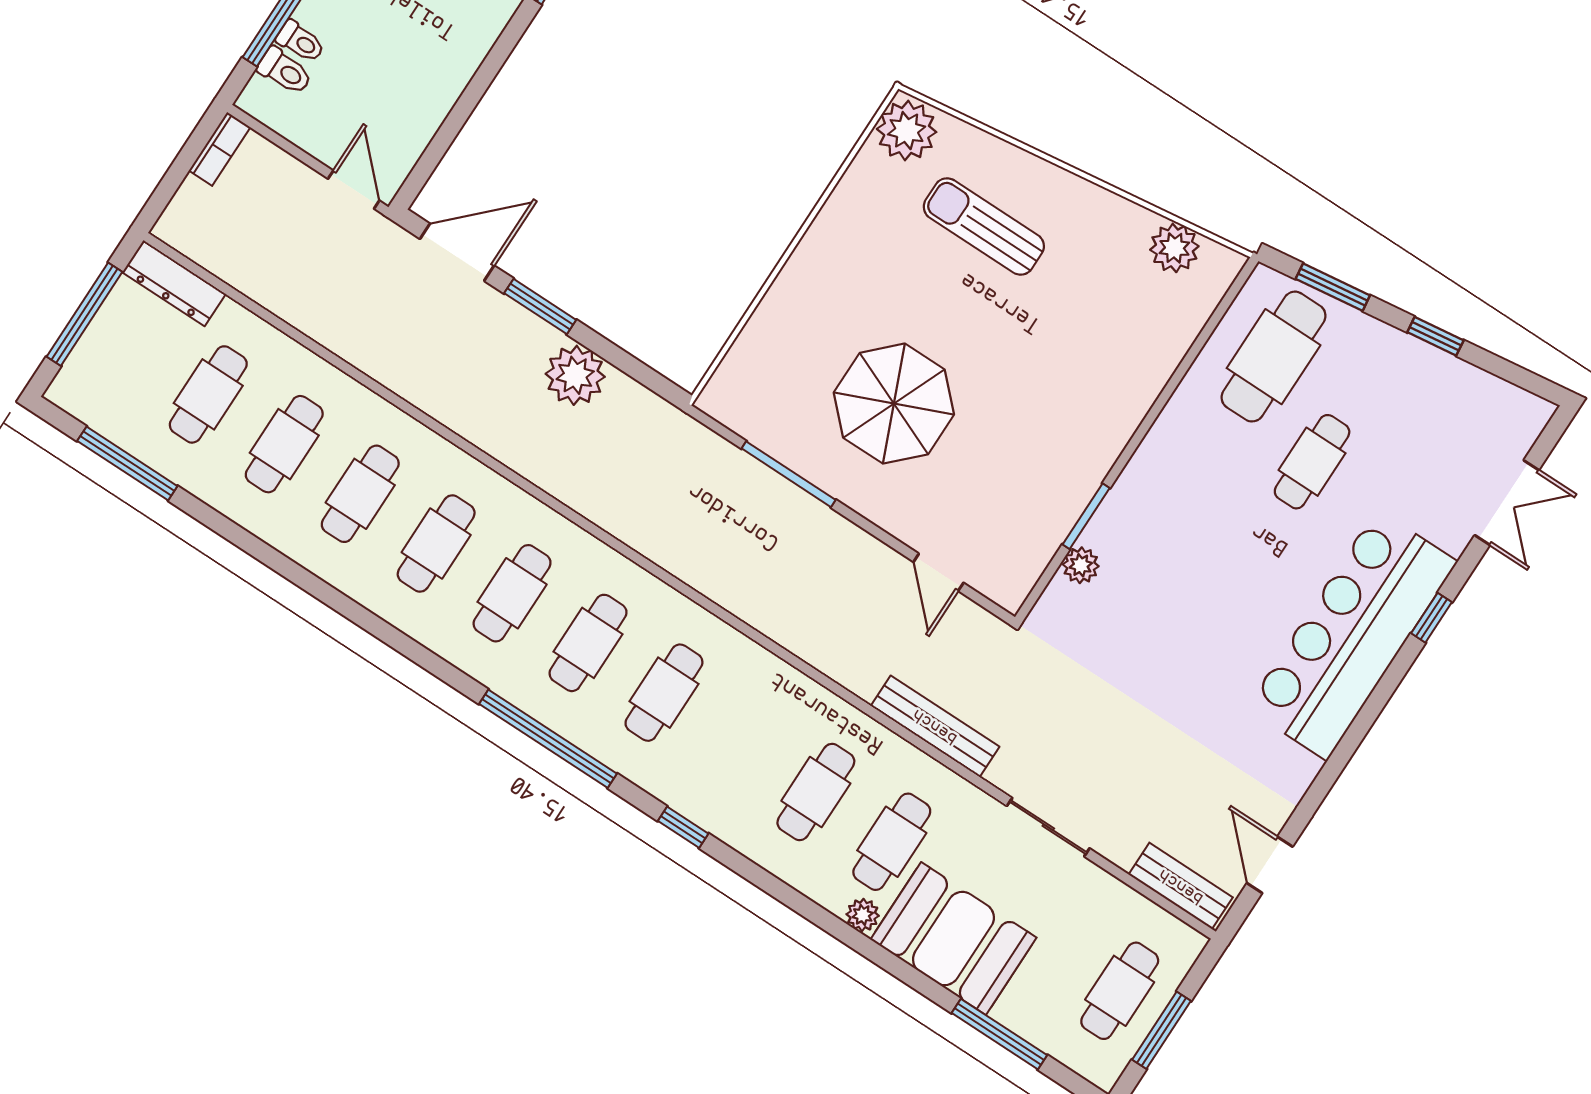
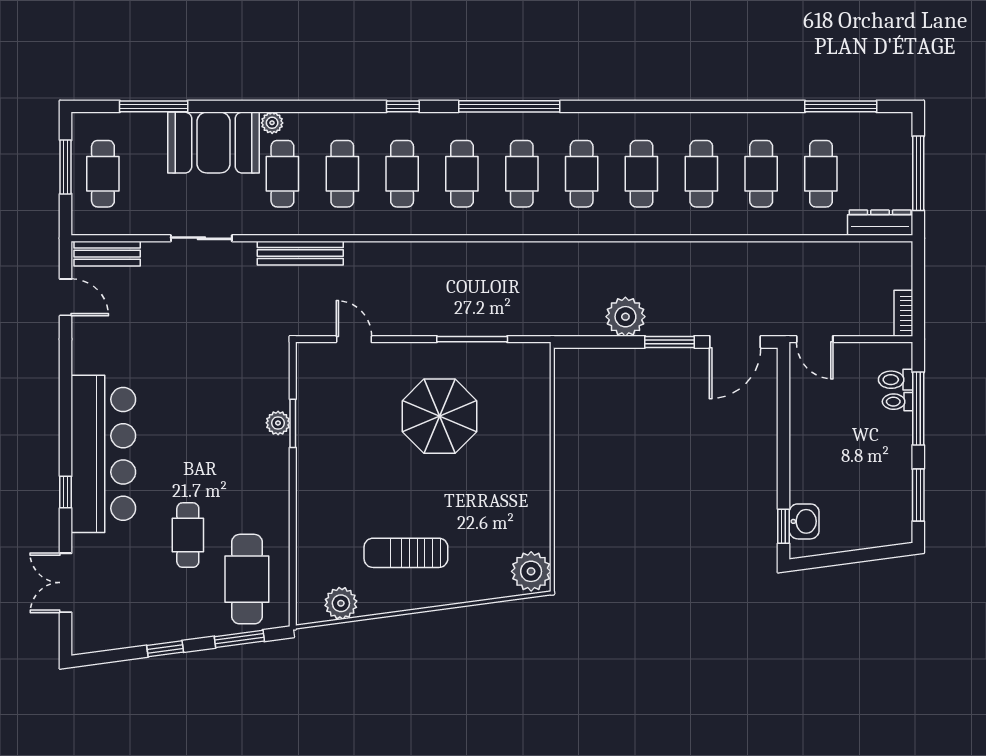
sun lounger: (984, 226) -> (406, 553), moved, turned 180
plant: (1081, 565) -> (278, 423), moved
cafe table: (740, 742) -> (402, 174), added

